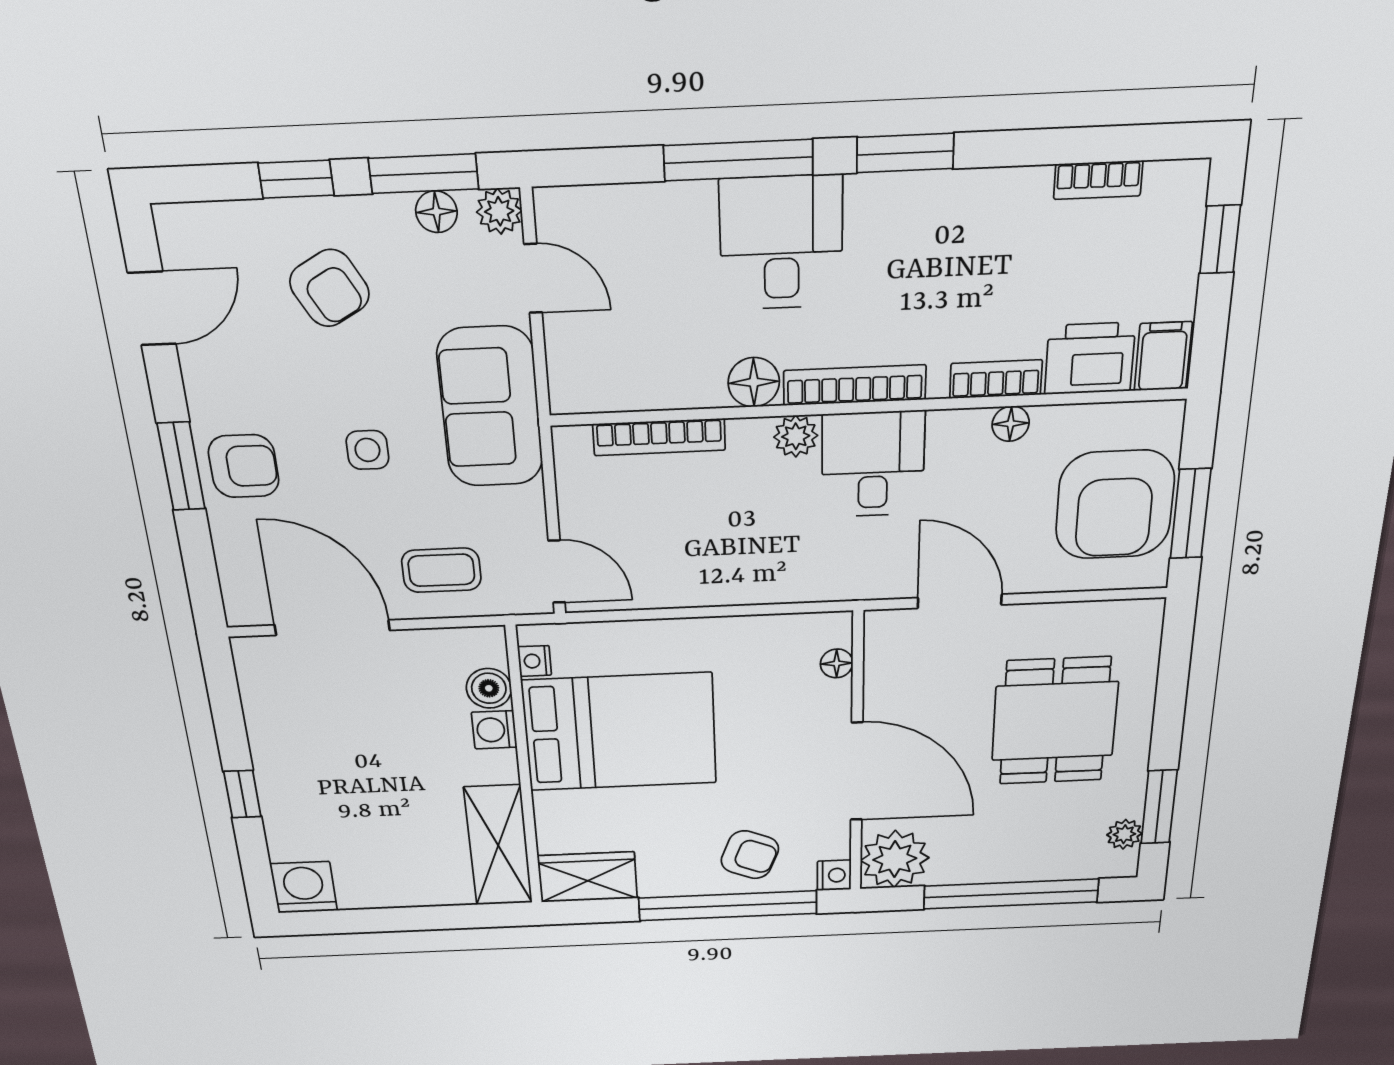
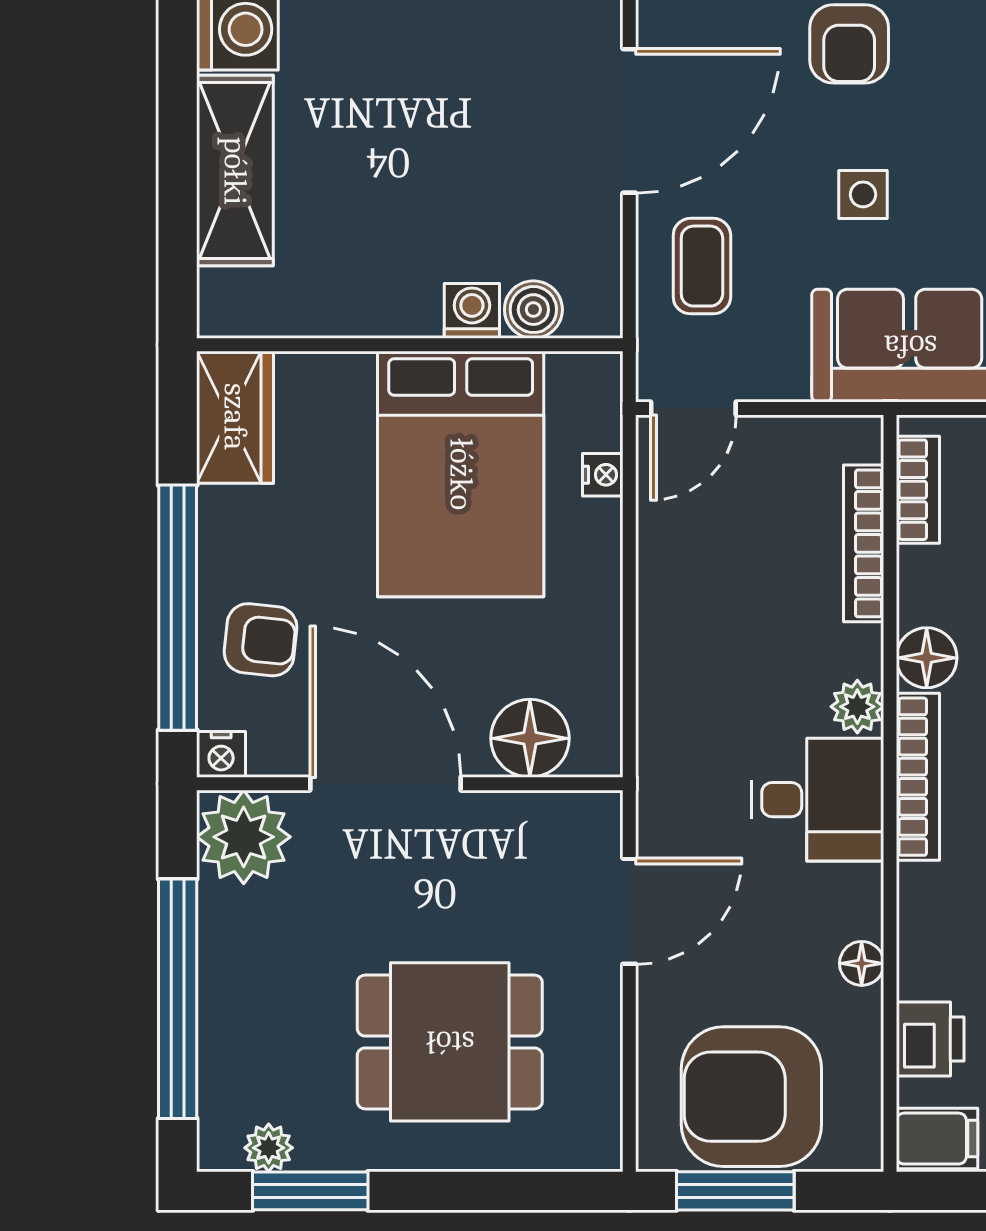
printer: (1090, 358) -> (930, 1039), width x0.73, depth x0.81
bookcase: (996, 379) -> (918, 490), moved
nightstand: (535, 661) -> (603, 475), moved, turned 90
floor lamp: (837, 663) -> (530, 738), width x1.89, depth x1.89
door: (857, 772) -> (385, 784), swing flipped
shelving: (498, 846) -> (235, 171), moved, turned 90
armchair: (750, 855) -> (261, 640), turned -106

